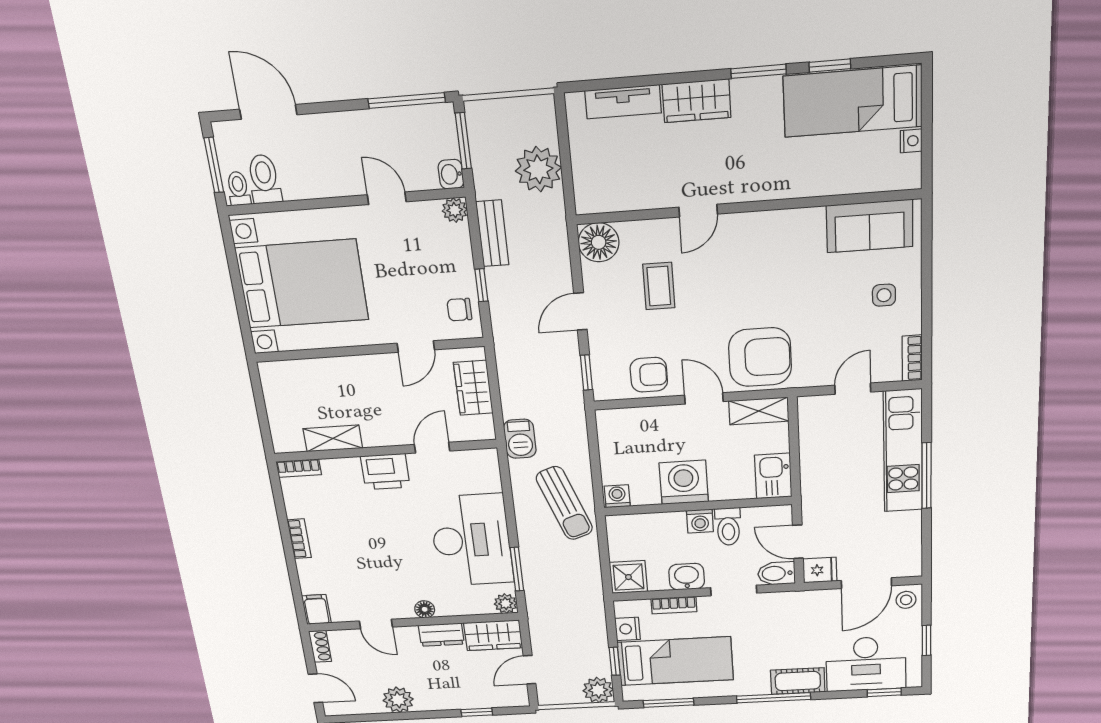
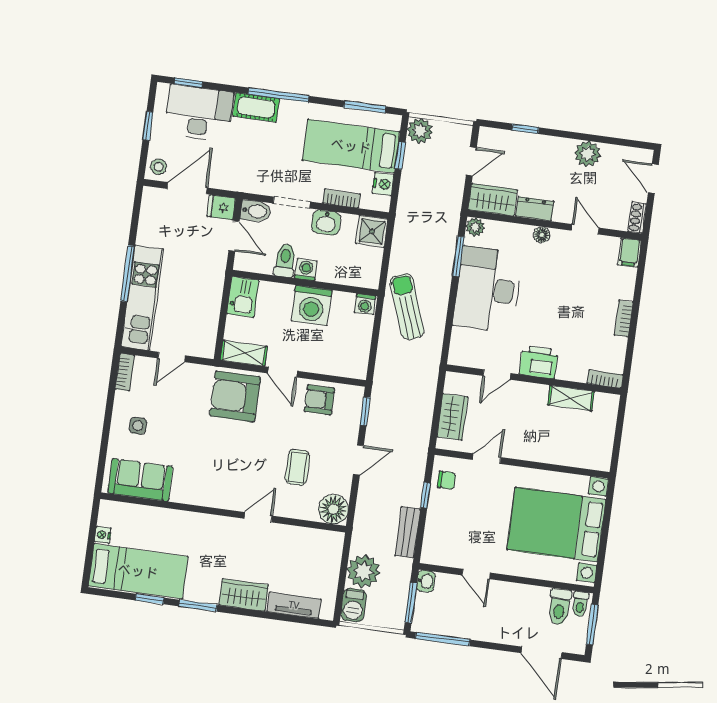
plant: (455, 210) -> (430, 555), removed
barbecue: (520, 439) -> (354, 605), moved, turned 180

